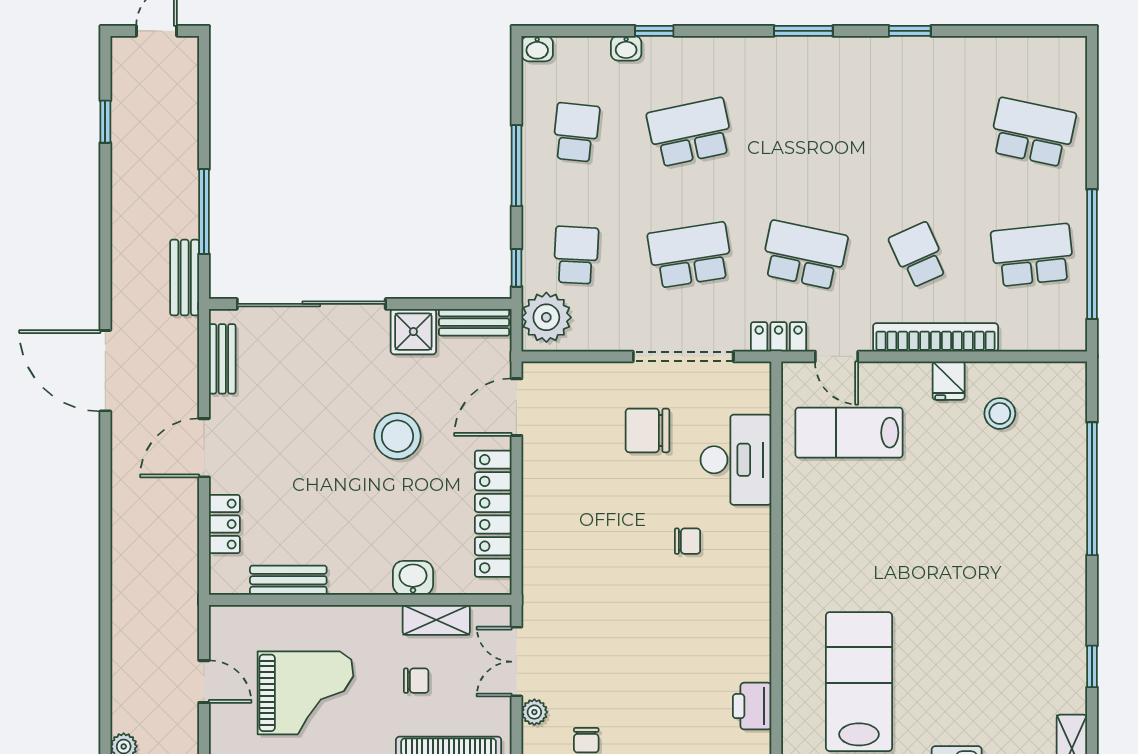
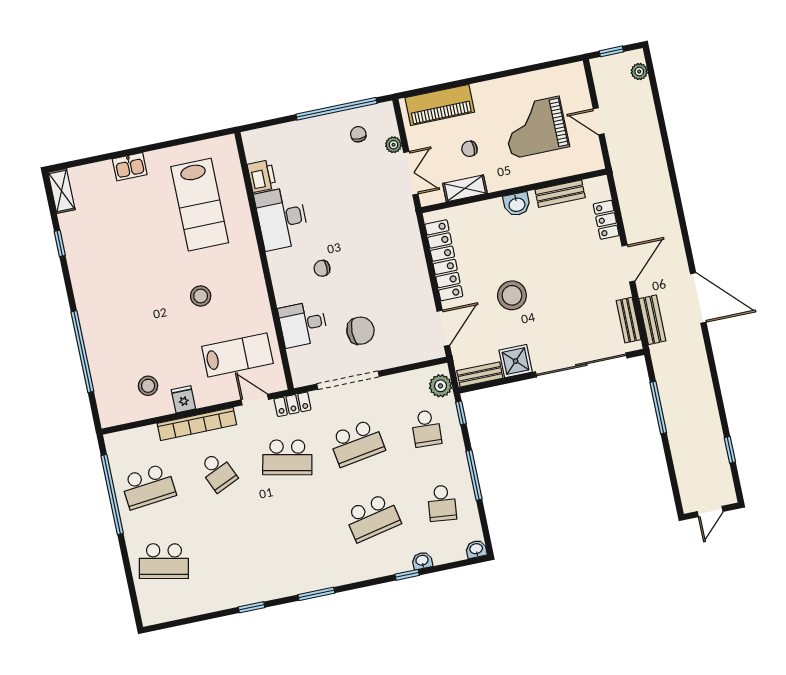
bench: (185, 277) -> (652, 320), moved
plant: (546, 317) -> (440, 386), width x0.73, depth x0.73
desk: (736, 460) -> (303, 324), width x0.73
stool: (888, 537) -> (201, 296), added
washbasin: (413, 578) -> (517, 204), moved
desk: (734, 633) -> (282, 218), added

